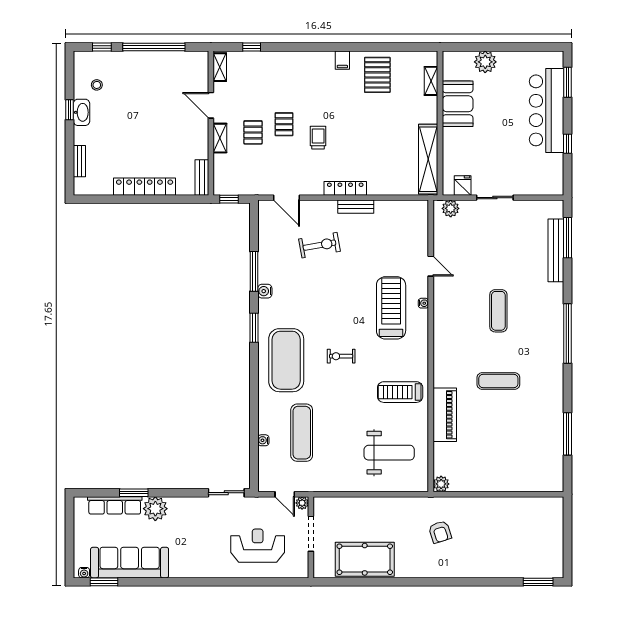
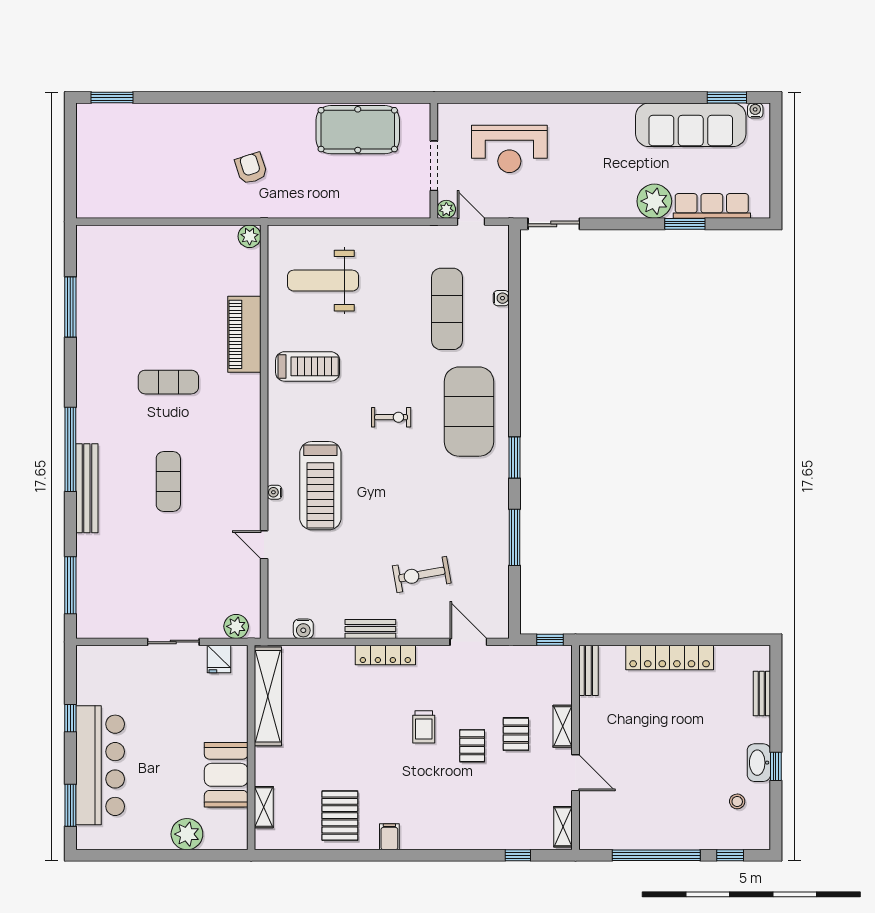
bench: (556, 250) -> (87, 488), moved
water cooler: (265, 291) -> (303, 629), moved, turned 90

